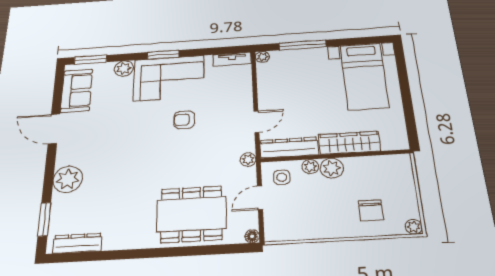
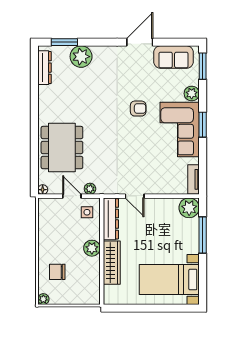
plant: (262, 57) -> (189, 208), width x1.87, depth x1.87
armchair: (184, 120) -> (138, 109), moved, turned 90
plant: (248, 159) -> (90, 189), moved
plant: (310, 167) -> (94, 233), removed
plant: (68, 179) -> (81, 57), moved

